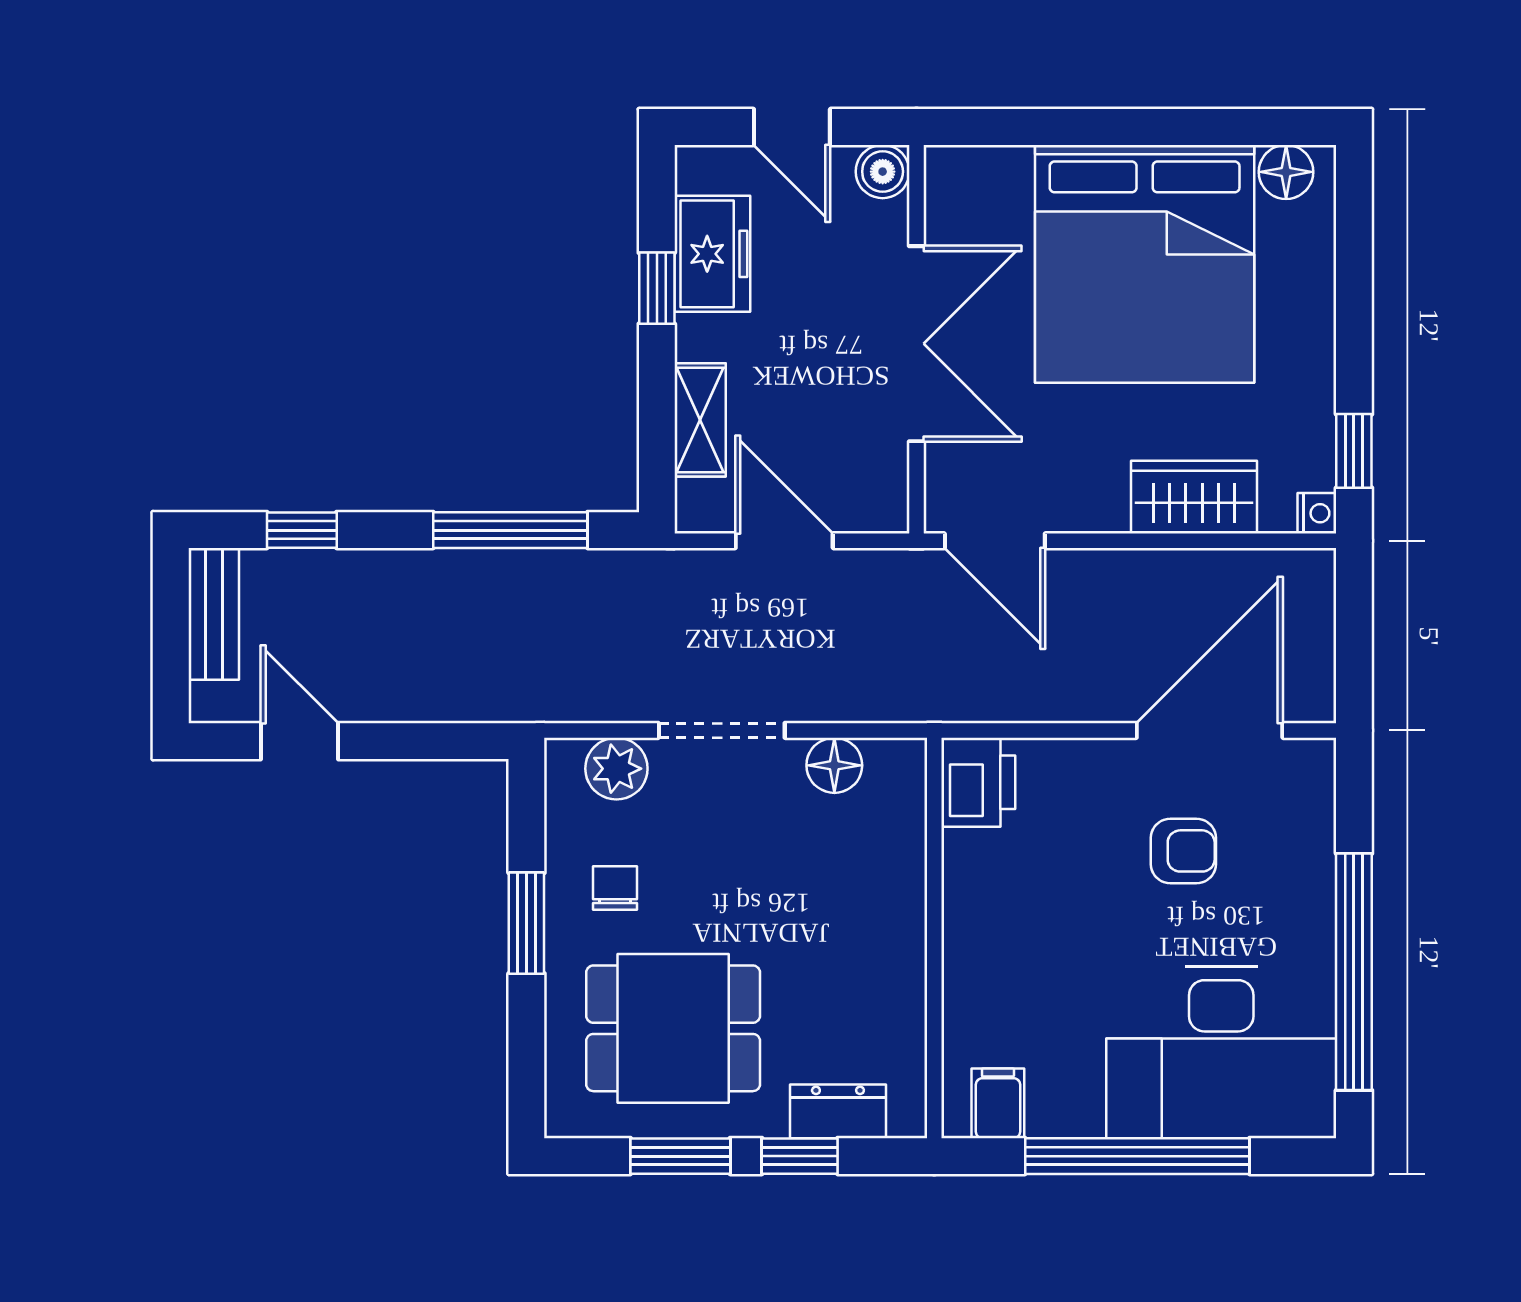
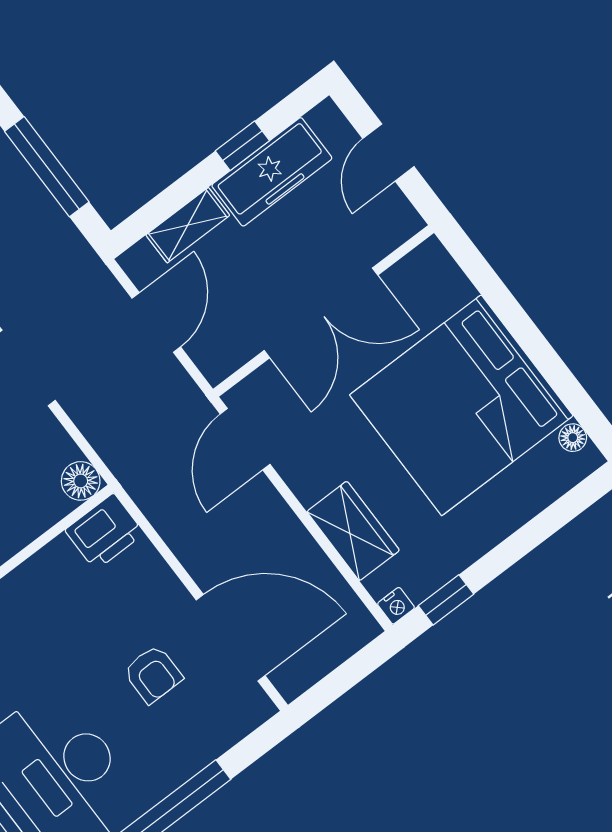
boiler: (883, 172) -> (402, 221), removed
floor lamp: (1286, 172) -> (573, 438), width x0.73, depth x0.73
freezer: (712, 254) -> (272, 172), width x1.40
floor lamp: (834, 765) -> (81, 481), moved

